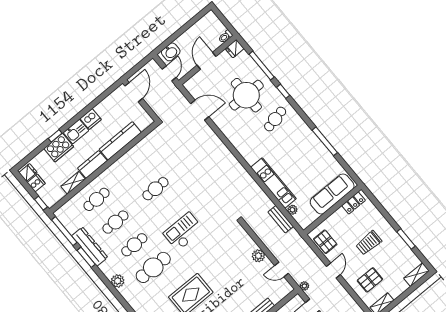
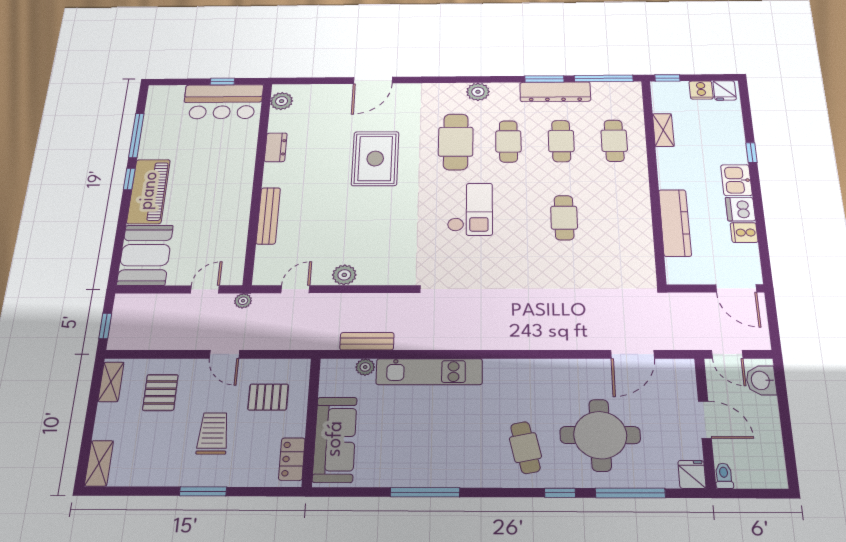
cooker: (59, 148) -> (744, 233), moved, width x0.53, depth x0.76
kitchen counter: (92, 164) -> (670, 168), removed
window: (406, 239) -> (203, 491), moved
pallet: (325, 242) -> (268, 397), moved

